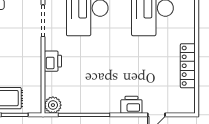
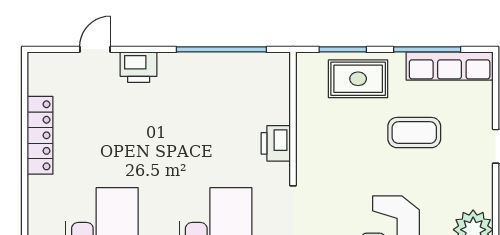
plant: (53, 105) -> (276, 67), removed

